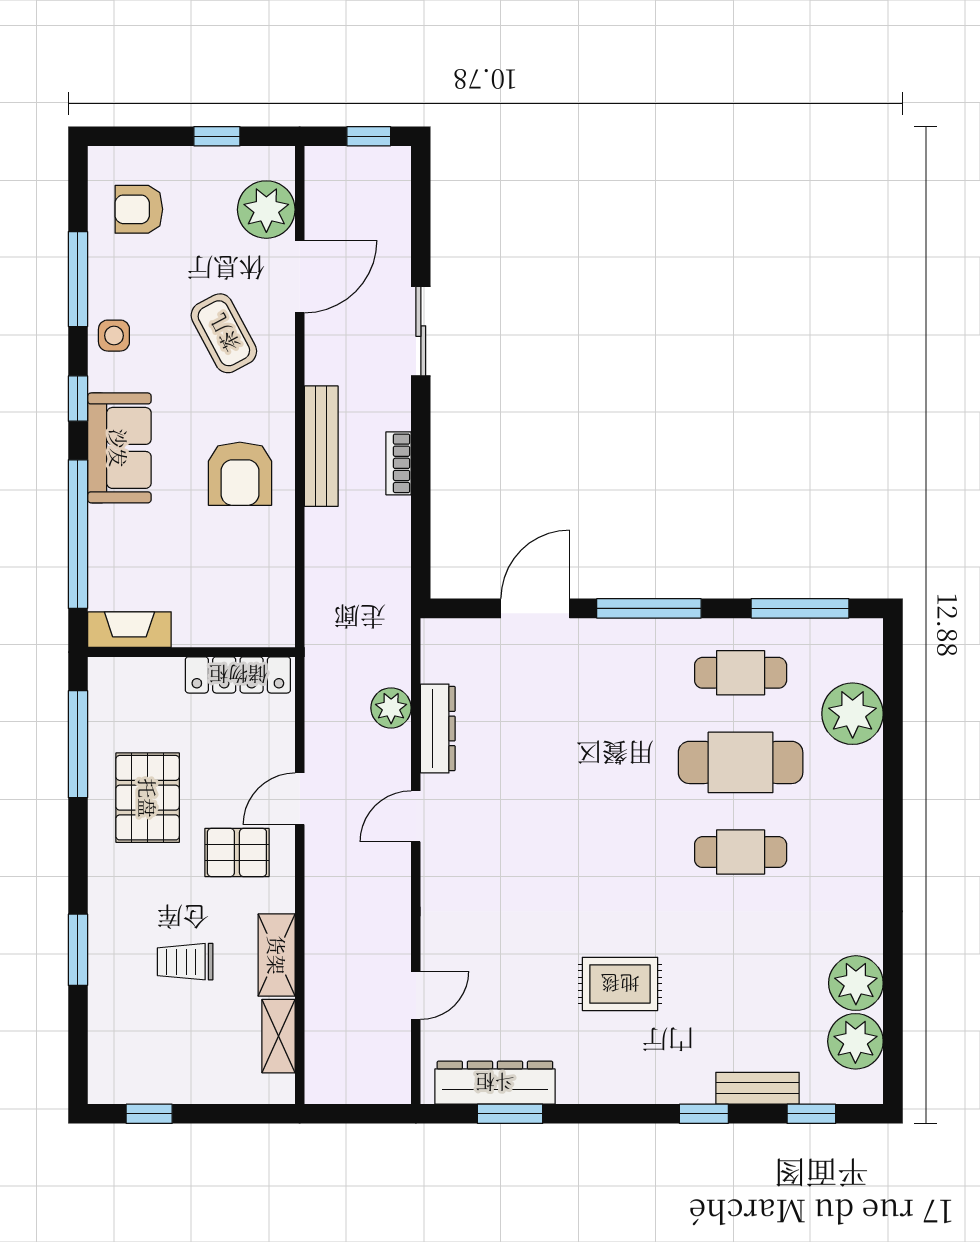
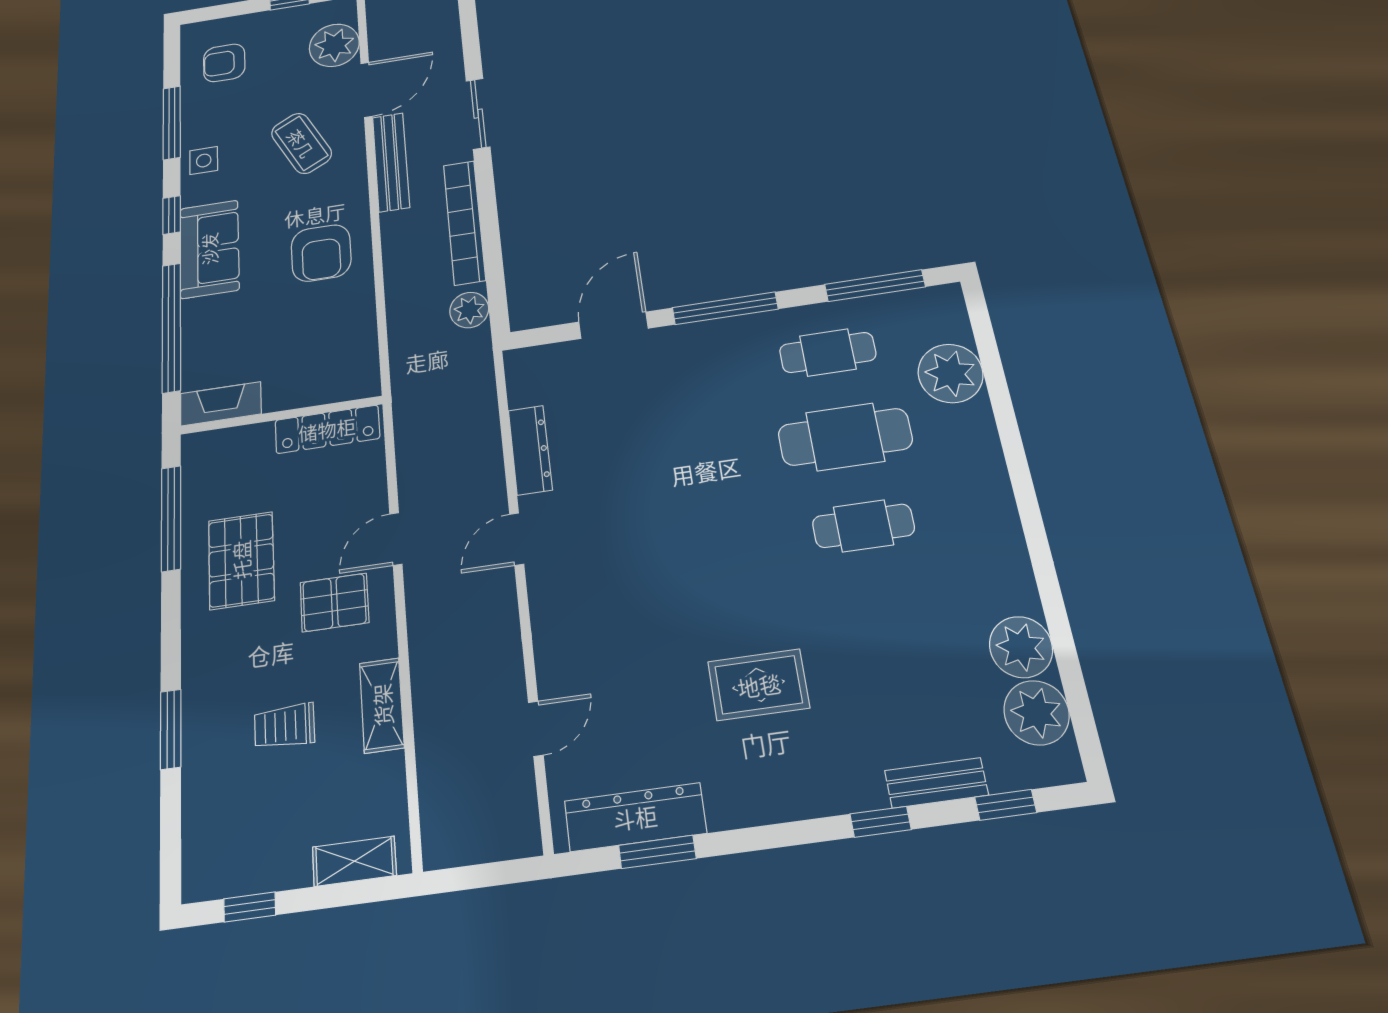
bench: (321, 446) -> (391, 162), moved
bookcase: (399, 463) -> (464, 222), width x2.31, depth x1.31
plant: (391, 708) -> (469, 310), moved
shelving: (278, 1036) -> (354, 861), moved, turned 90

